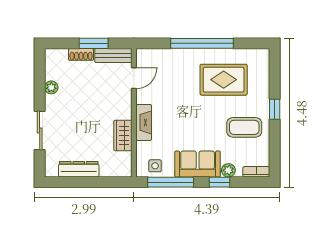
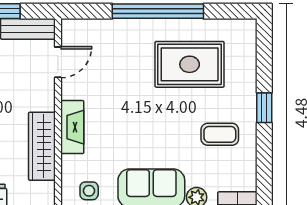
coffee table: (244, 127) -> (220, 134), width x0.73, depth x0.77
wardrobe: (123, 135) -> (42, 146), width x1.50

